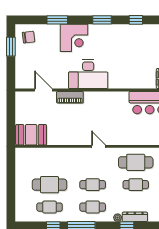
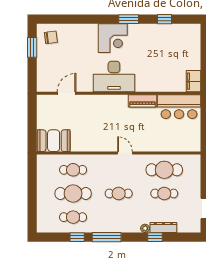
window: (57, 20) -> (81, 19), removed
corner desk: (74, 38) -> (113, 38), moved
door: (43, 90) -> (67, 93), hinge flipped
piano: (70, 97) -> (142, 101), moved
cafe table: (93, 207) -> (73, 170), moved

